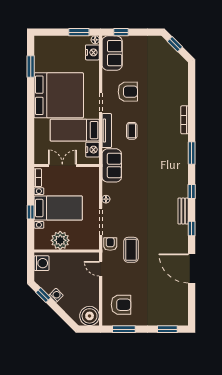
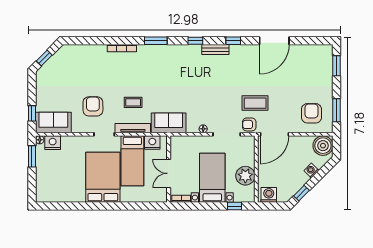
window: (31, 66) -> (67, 206), removed
bed: (59, 95) -> (103, 177), width x0.73
window: (31, 212) -> (234, 206), moved
door: (101, 269) -> (275, 134), width x1.88
washing machine: (56, 295) -> (311, 171), moved

